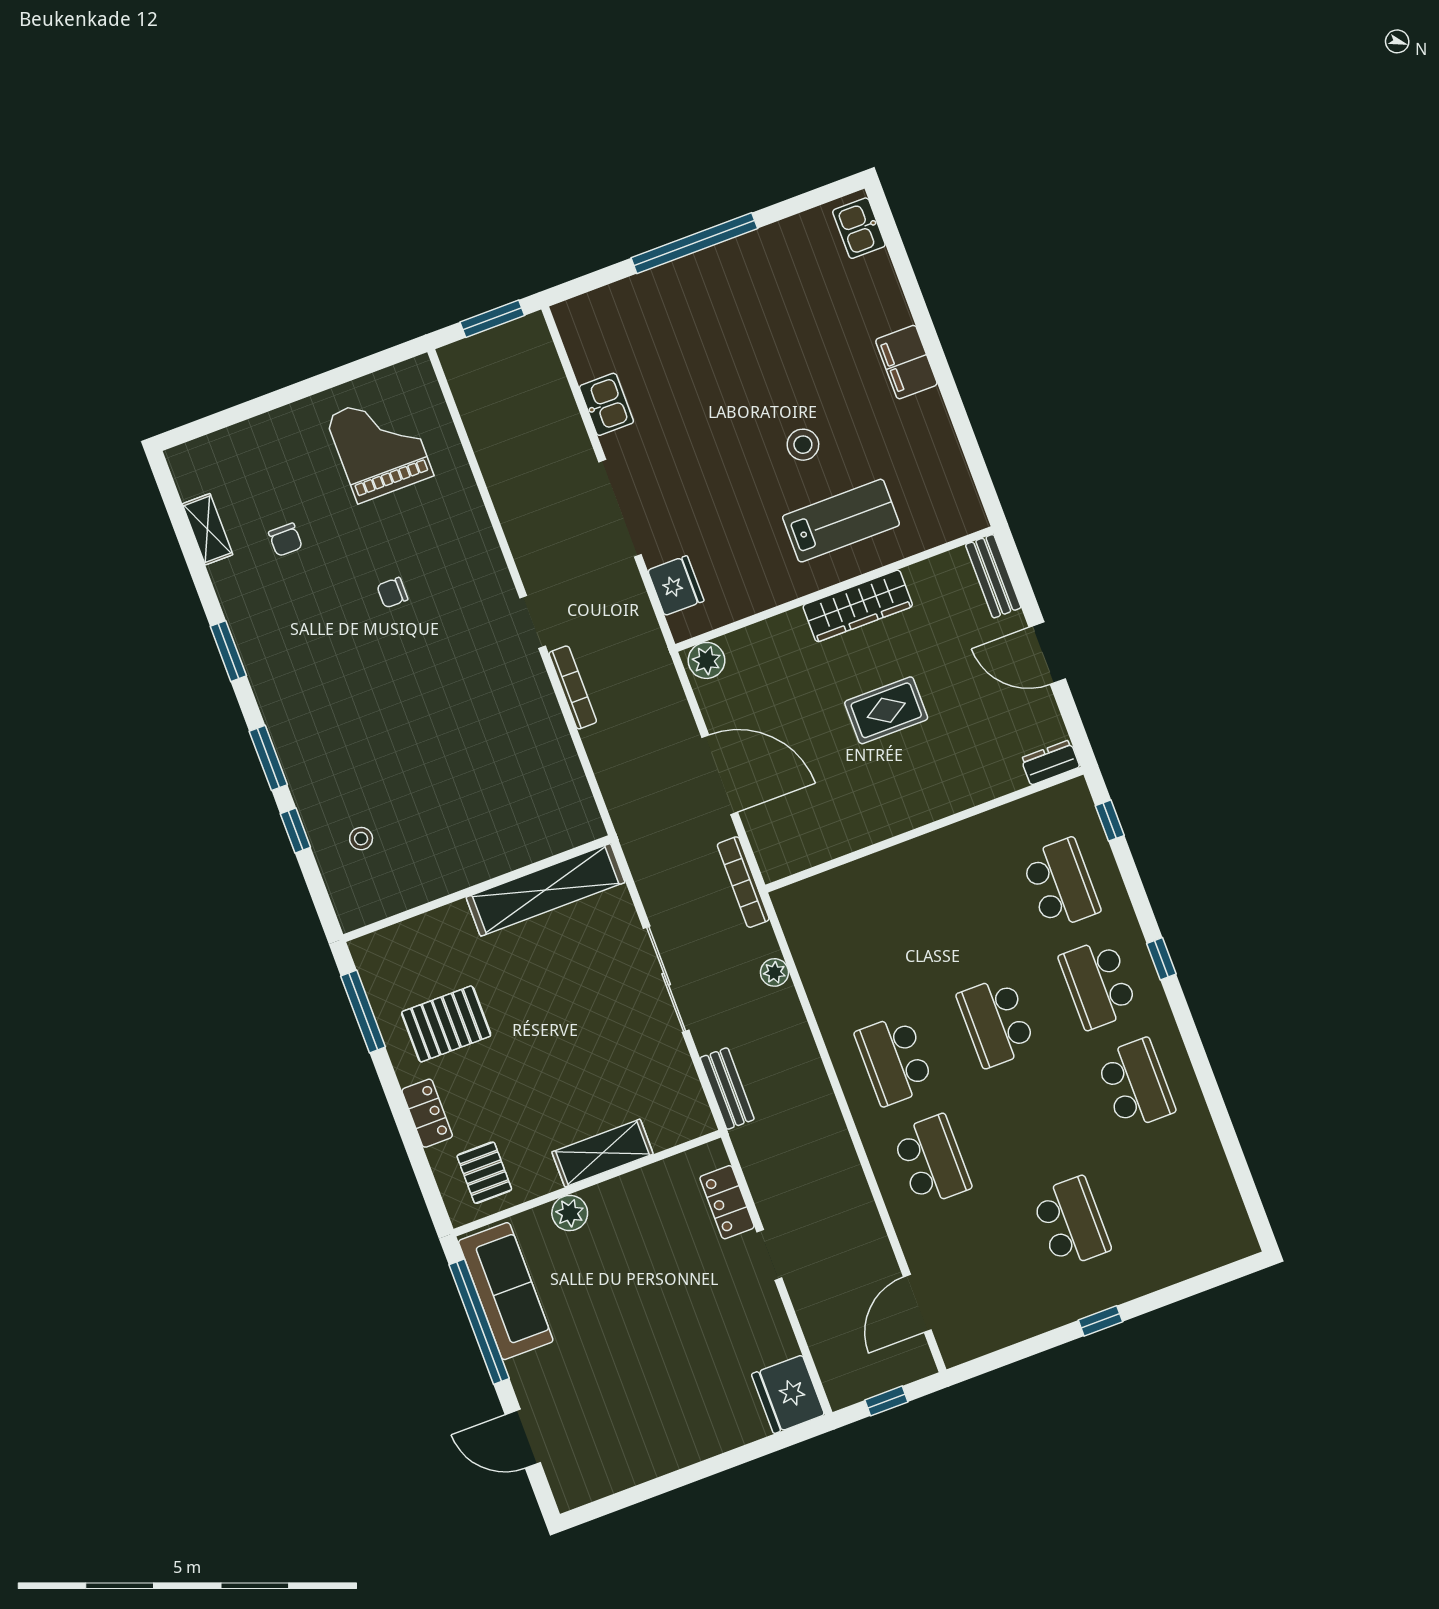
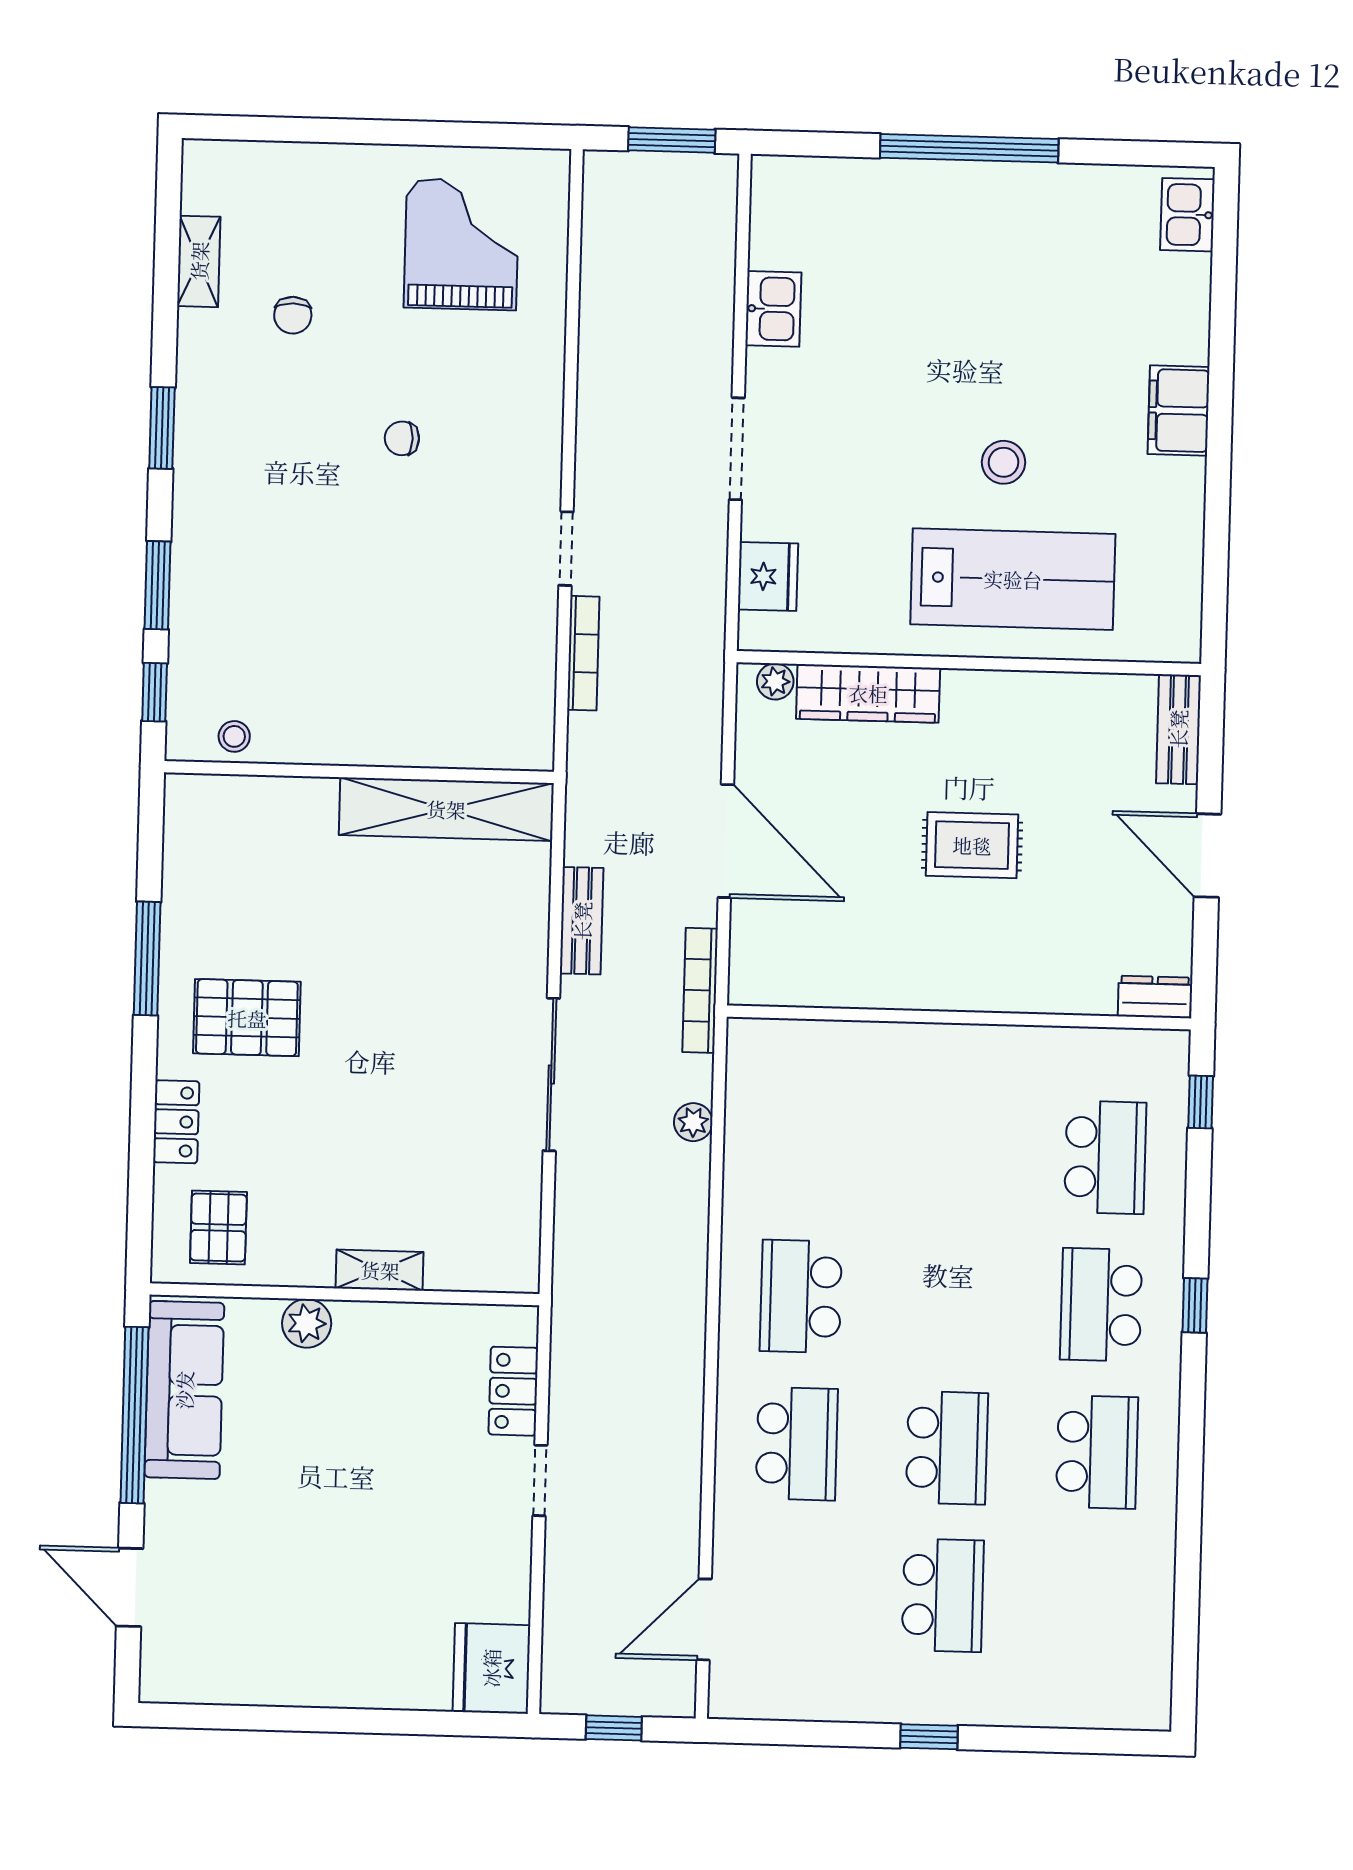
doorway: (620, 508) -> (737, 449), width x0.73
lab bench: (841, 521) -> (1013, 579), width x1.36, depth x1.39
wardrobe: (858, 606) -> (868, 693), moved
plant: (706, 660) -> (775, 681), width x0.73, depth x0.73
wall: (477, 889) -> (359, 772), moved
shelving: (546, 890) -> (446, 809), moved
school desk: (996, 1022) -> (947, 1448), moved, turned 180
bench: (727, 1089) -> (582, 921), moved
shelving: (602, 1153) -> (380, 1270), width x0.67, depth x0.75

